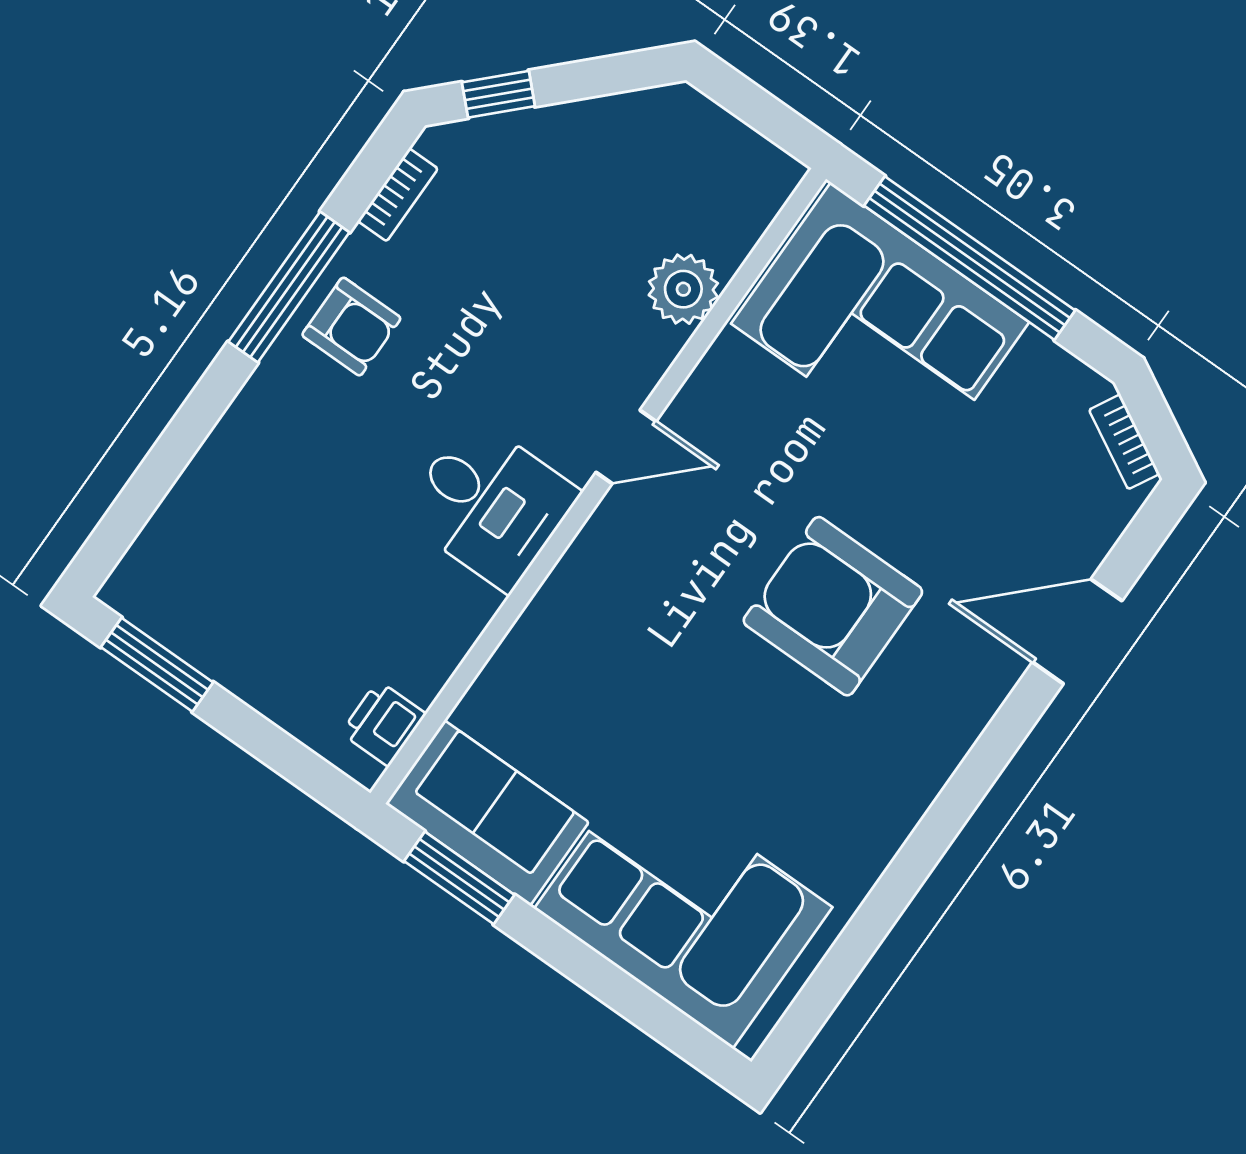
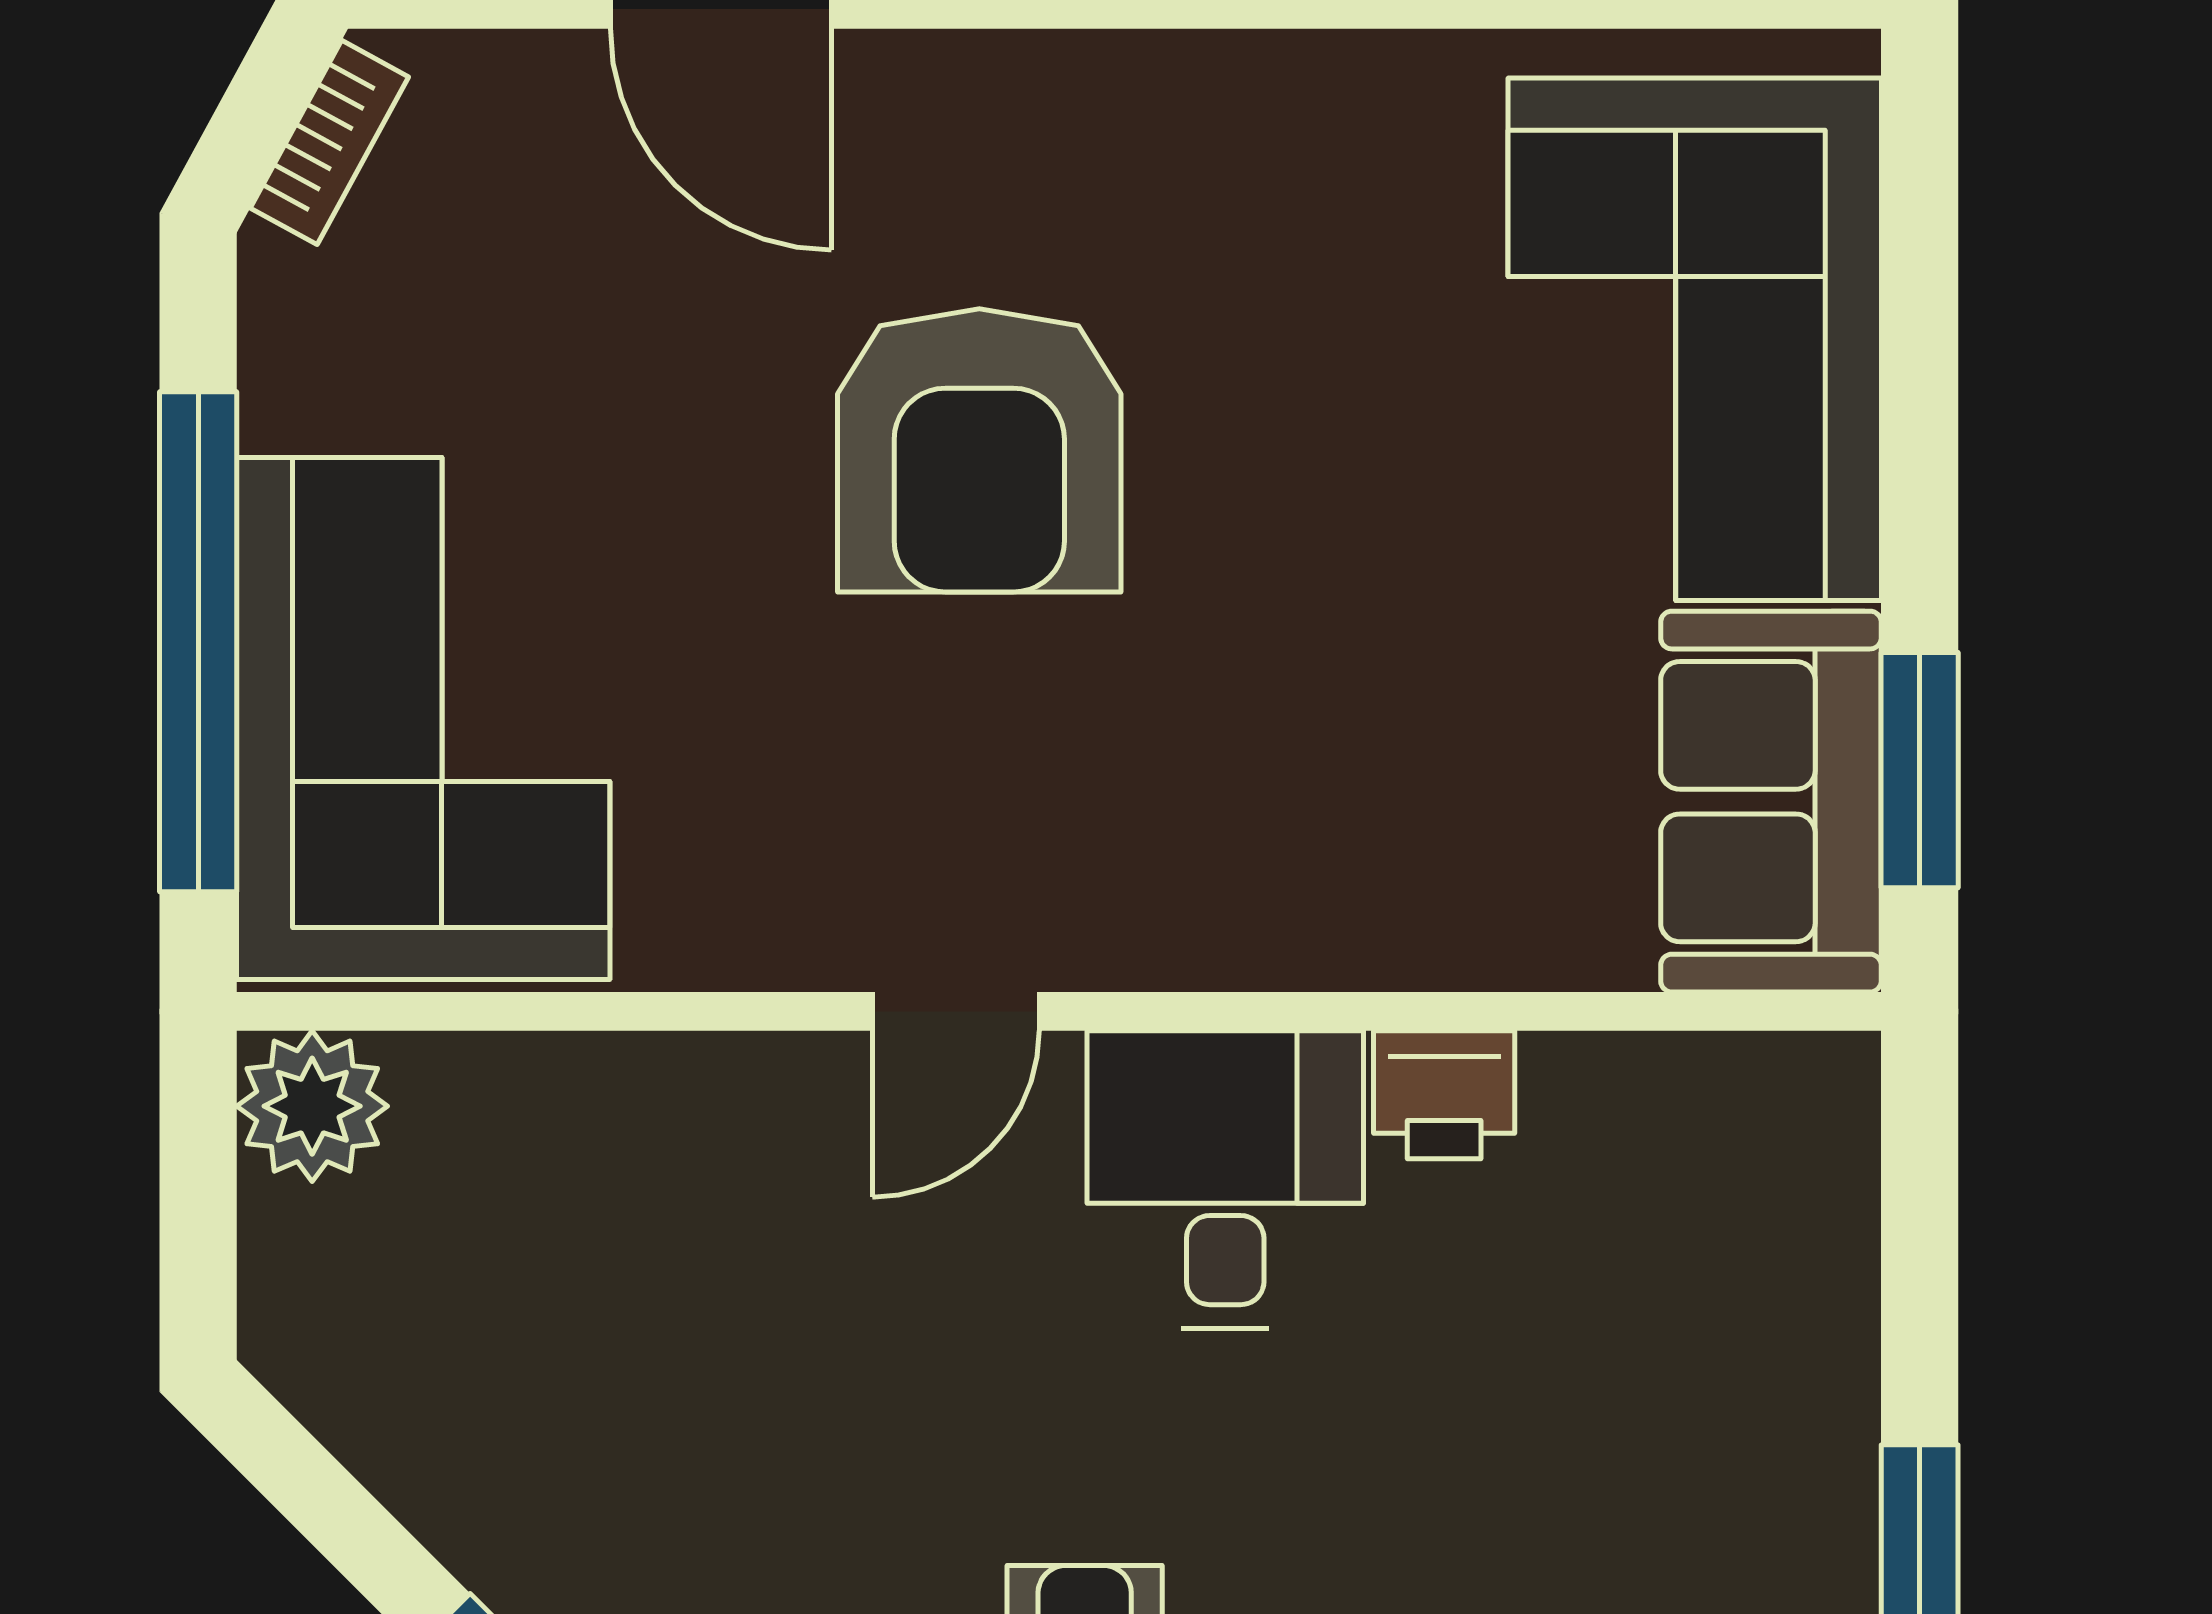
plant: (683, 289) -> (312, 1106), moved
door: (626, 447) -> (956, 1011), swing flipped
printer: (383, 723) -> (1444, 1095), moved

